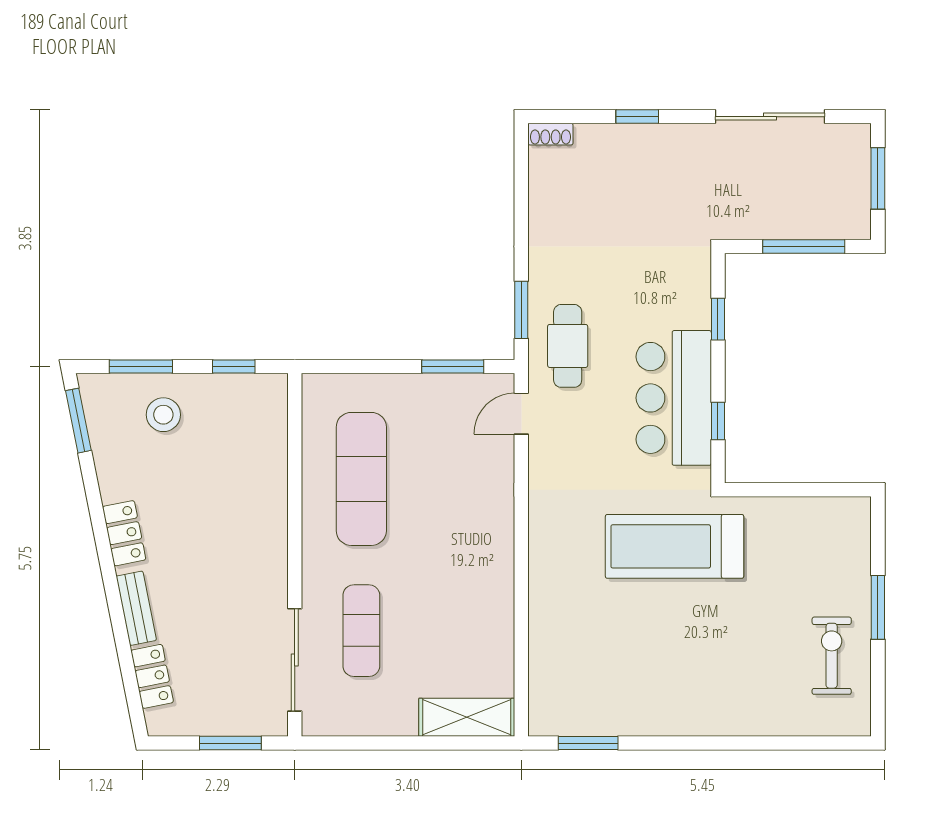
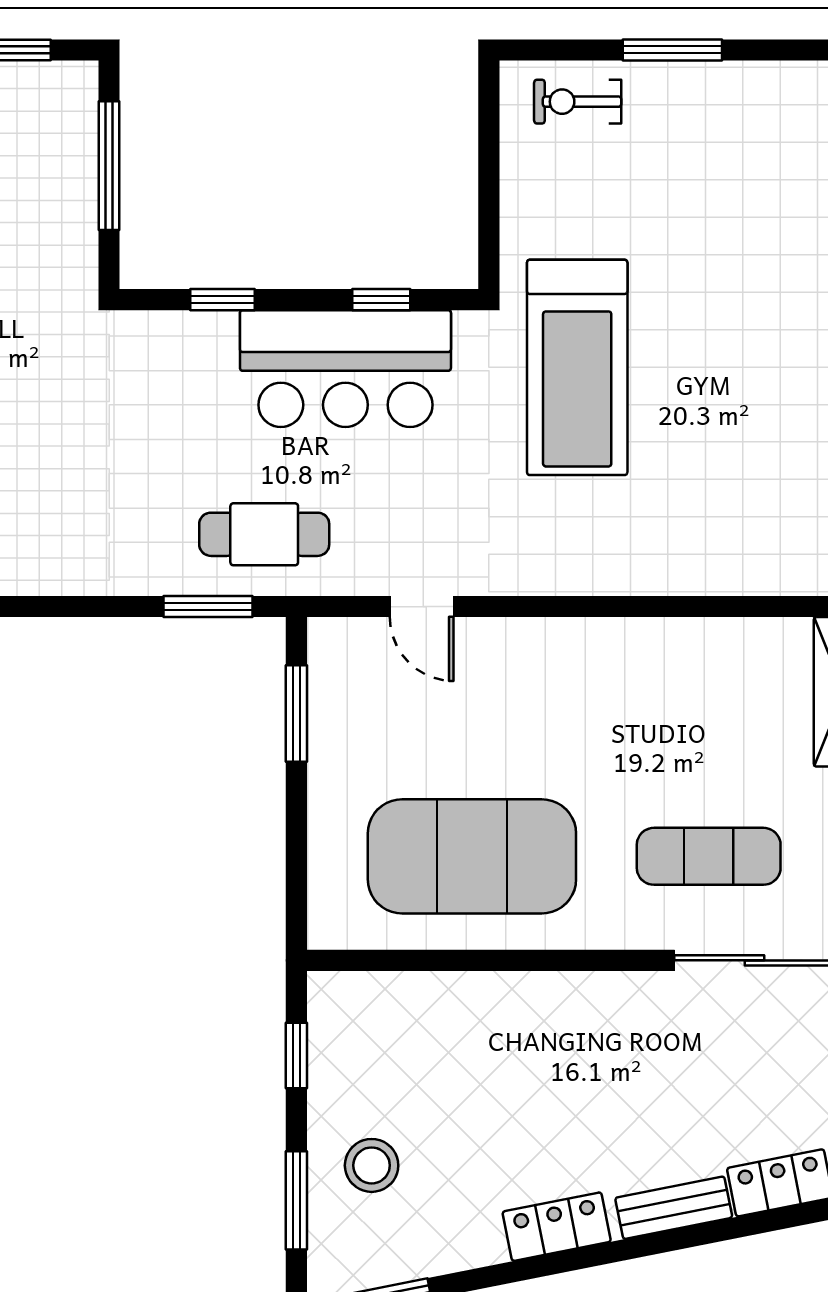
door: (521, 414) -> (422, 607), moved
exercise mat: (361, 479) -> (472, 856), width x1.47
exercise bike: (832, 656) -> (578, 102), moved, width x0.73, depth x0.72

